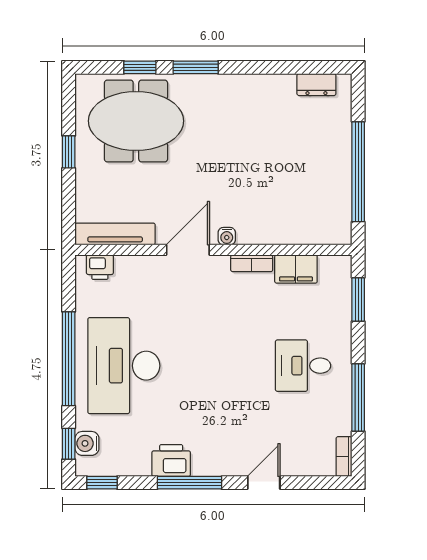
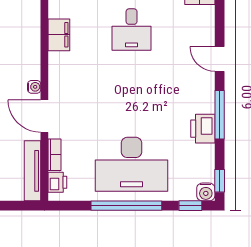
bookcase: (252, 263) -> (55, 155), moved
water cooler: (87, 443) -> (206, 192), moved

